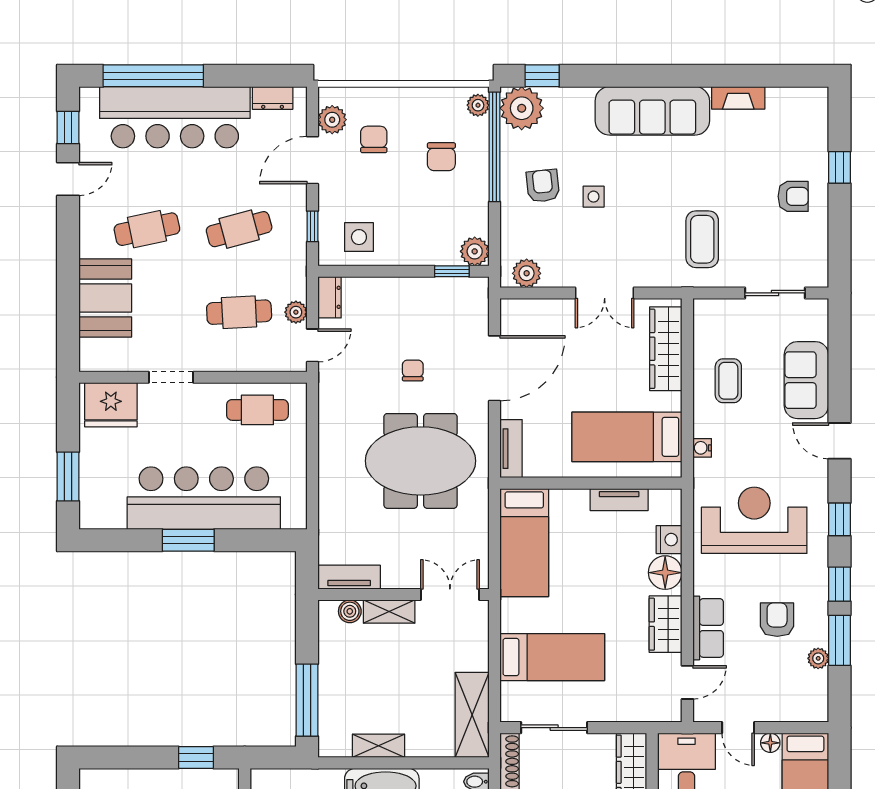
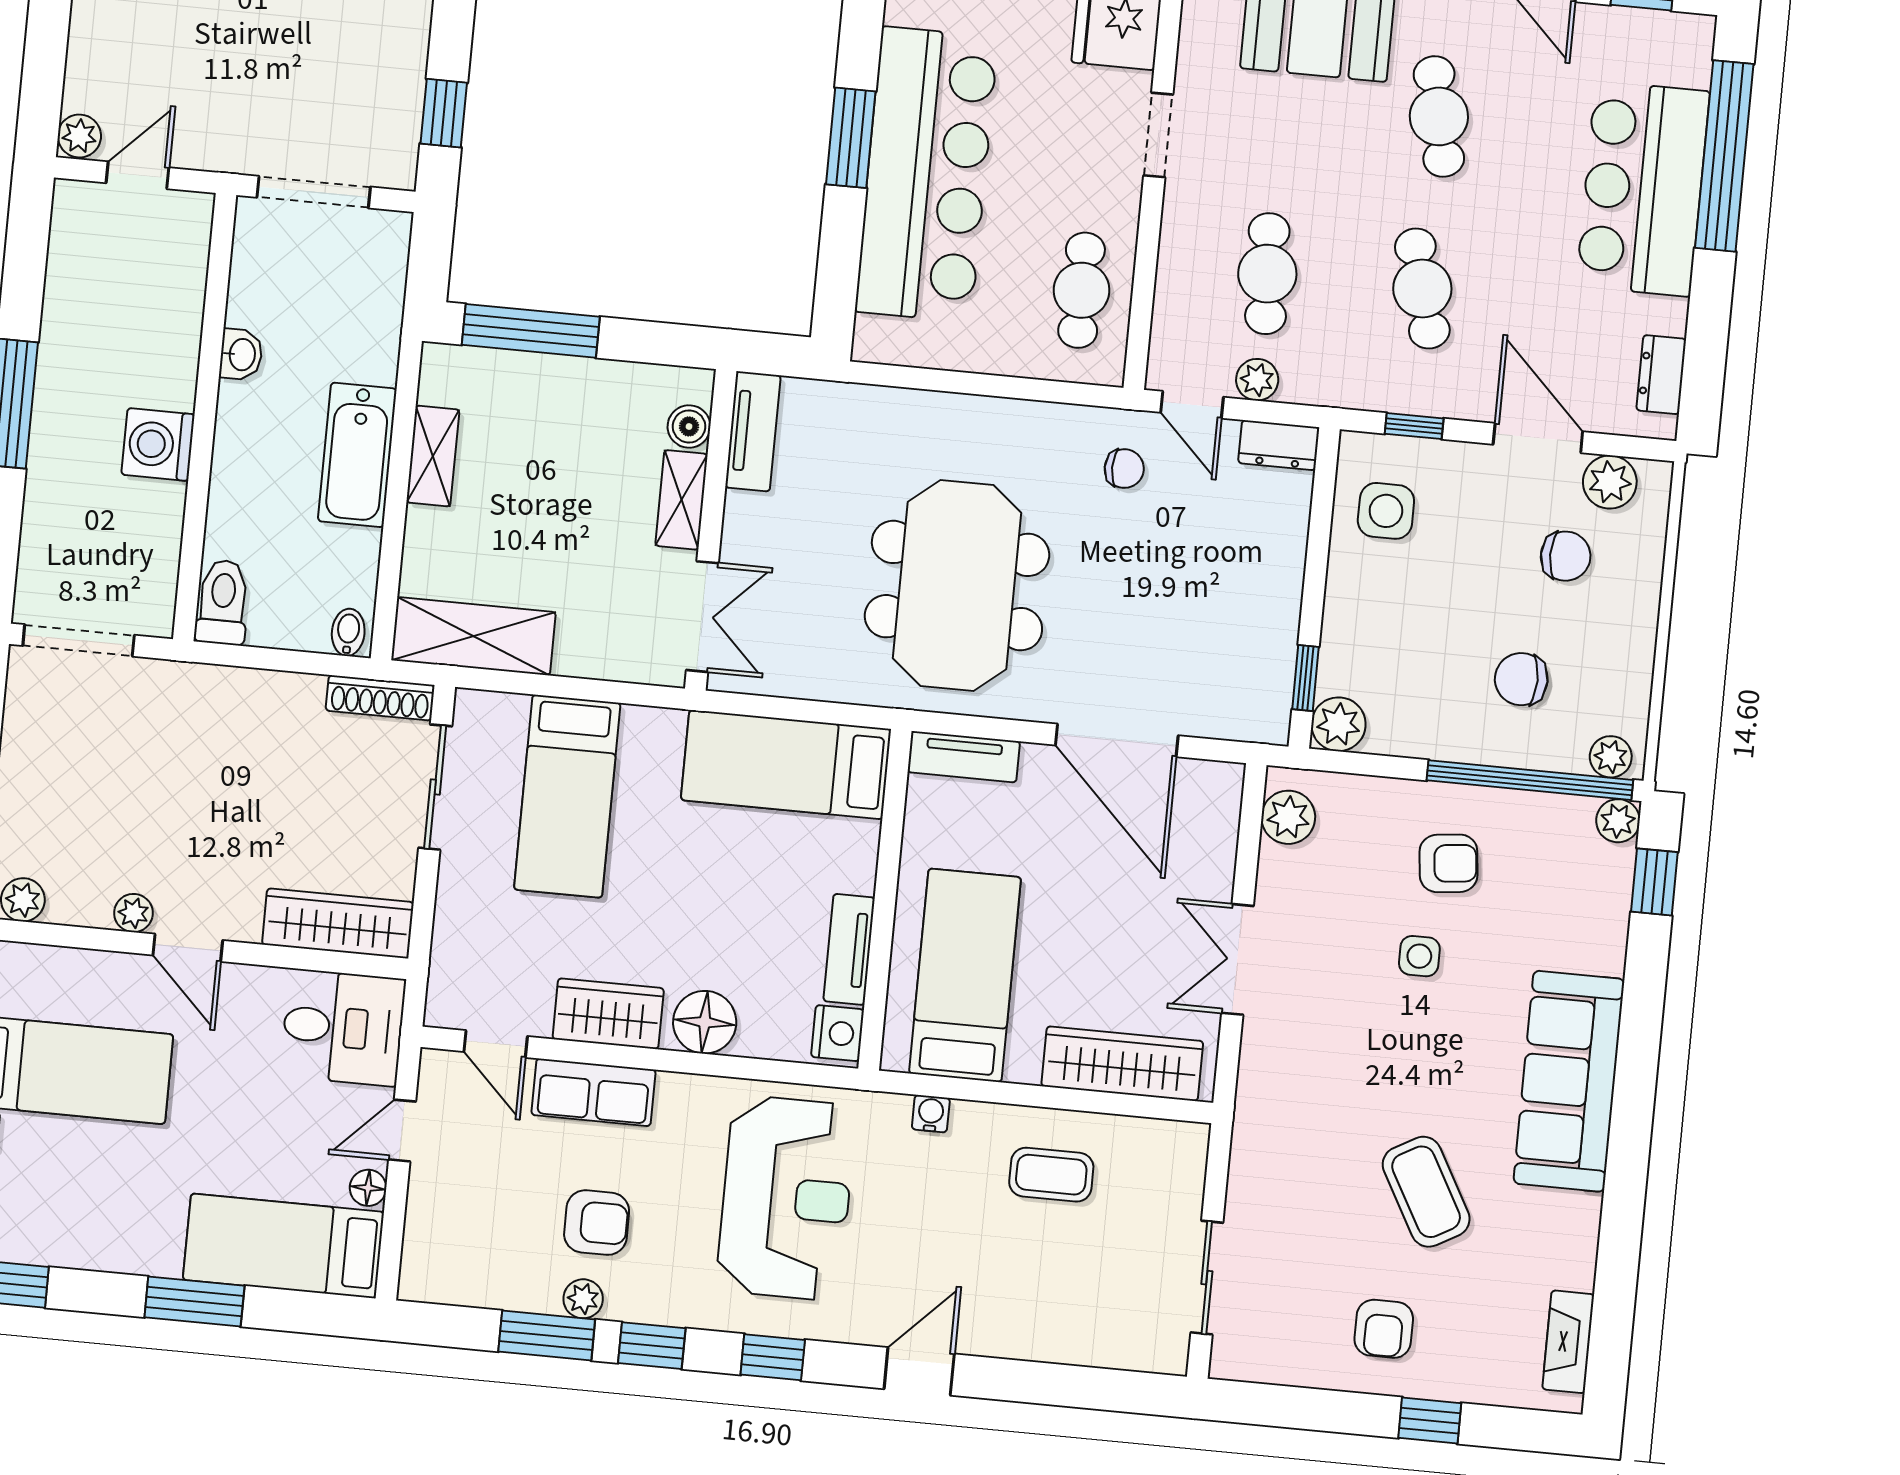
fireplace: (738, 98) -> (1568, 1342), moved
plant: (522, 108) -> (1618, 821), width x0.53, depth x0.53
bar counter: (175, 117) -> (1643, 189), width x0.73
coffee table: (702, 239) -> (1426, 1192), moved, turned 61
chair: (413, 370) -> (1124, 469), moved
sofa: (806, 380) -> (1039, 1320), removed
nightstand: (669, 540) -> (838, 1033), moved, turned -90
plant: (818, 658) -> (583, 1299), moved

